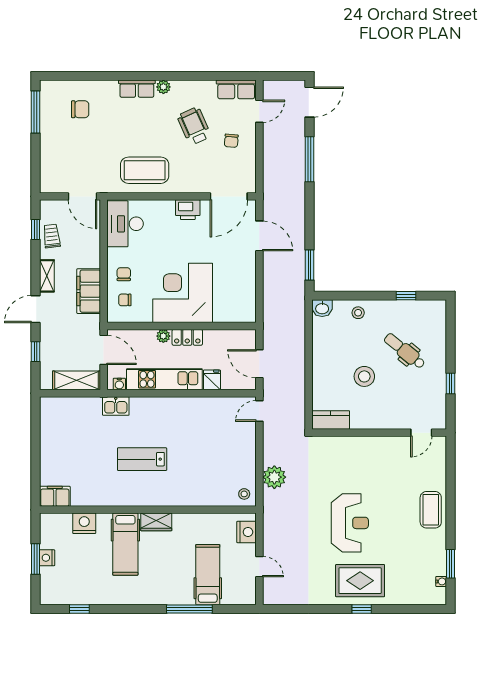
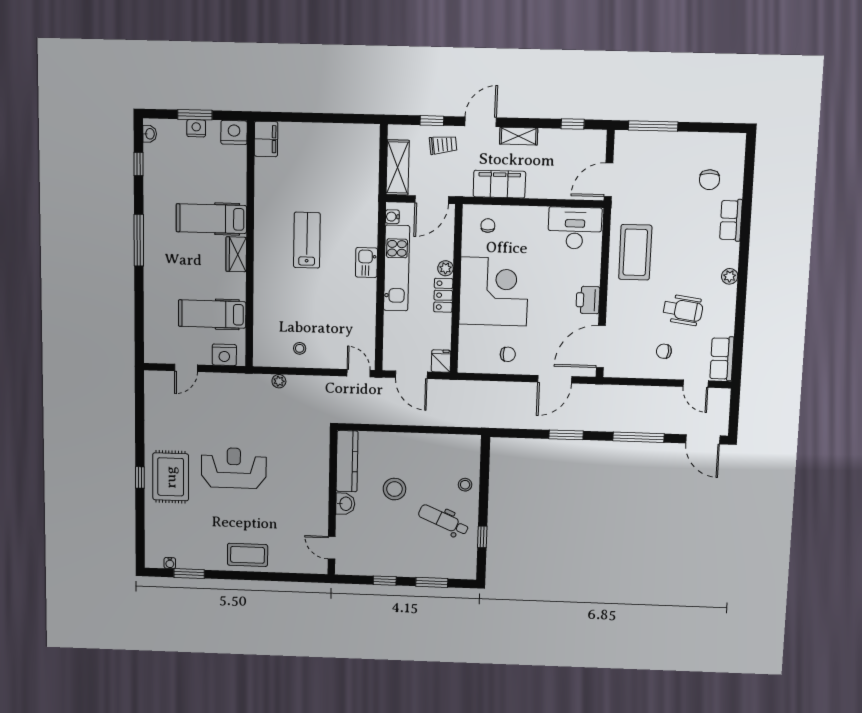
row of seats: (137, 89) -> (731, 220), moved
window: (35, 112) -> (653, 126), moved
wheelchair: (194, 126) -> (683, 310), turned 32
door: (229, 196) -> (601, 347), hinge flipped
trolley: (52, 236) -> (443, 145), moved
window: (309, 265) -> (566, 435), moved
chair: (124, 274) -> (508, 354), moved
washbasin: (322, 308) -> (345, 504), moved, turned 180
door: (35, 309) -> (481, 122), hinge flipped
window: (450, 340) -> (432, 582), added
dental chair: (405, 351) -> (444, 520), moved, turned -106
door: (259, 364) -> (411, 375), swing flipped
fridge: (212, 380) -> (441, 361), moved, turned -90
kitchen sink: (116, 406) -> (366, 262), moved
kitchen counter: (331, 420) -> (347, 461), width x1.50
plant: (274, 477) -> (279, 381), width x0.53, depth x0.53
stool: (244, 494) -> (300, 348), moved
nightstand: (84, 523) -> (234, 132), moved, turned -90
reception desk: (350, 523) -> (234, 468), turned 180
hospital bed: (208, 575) -> (212, 314), moved, turned 180
washbasin: (53, 599) -> (150, 134), added
window: (189, 609) -> (139, 240), moved

